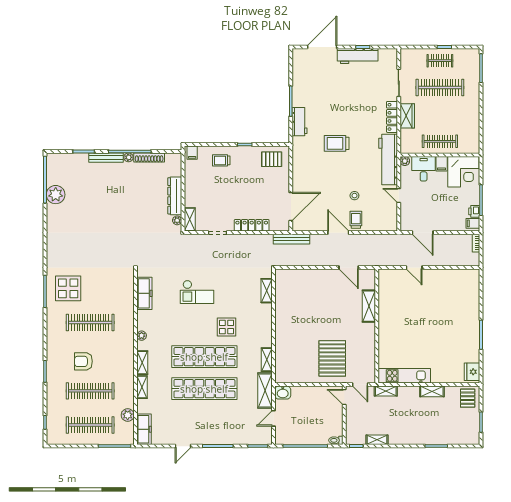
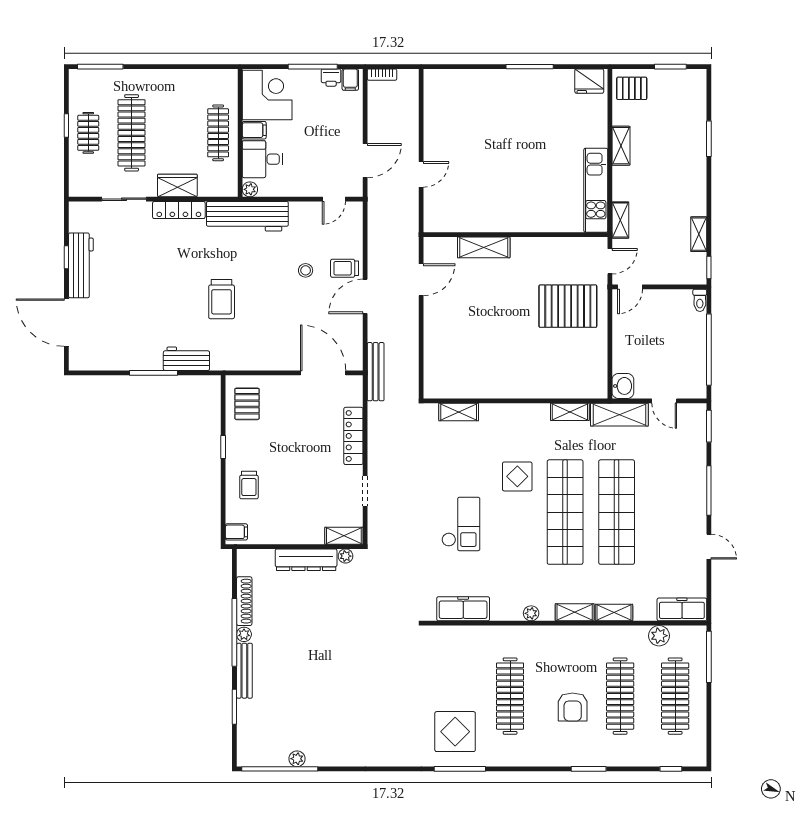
plant: (56, 195) -> (297, 759), width x0.53, depth x0.53
door: (399, 195) -> (334, 199), moved

